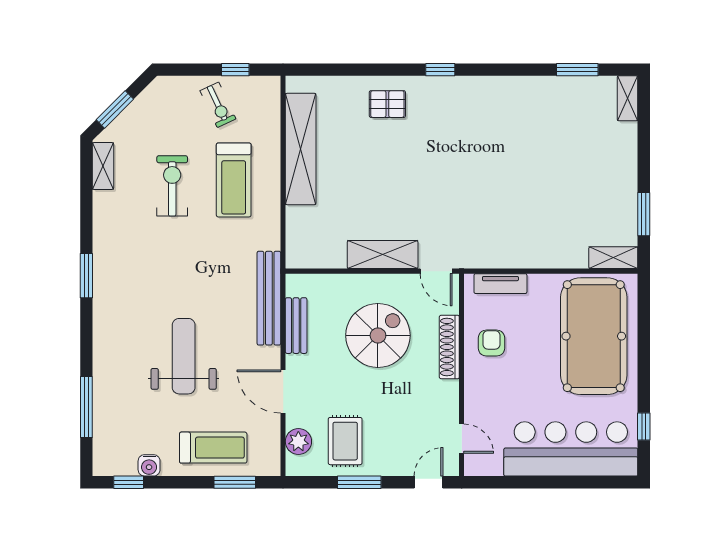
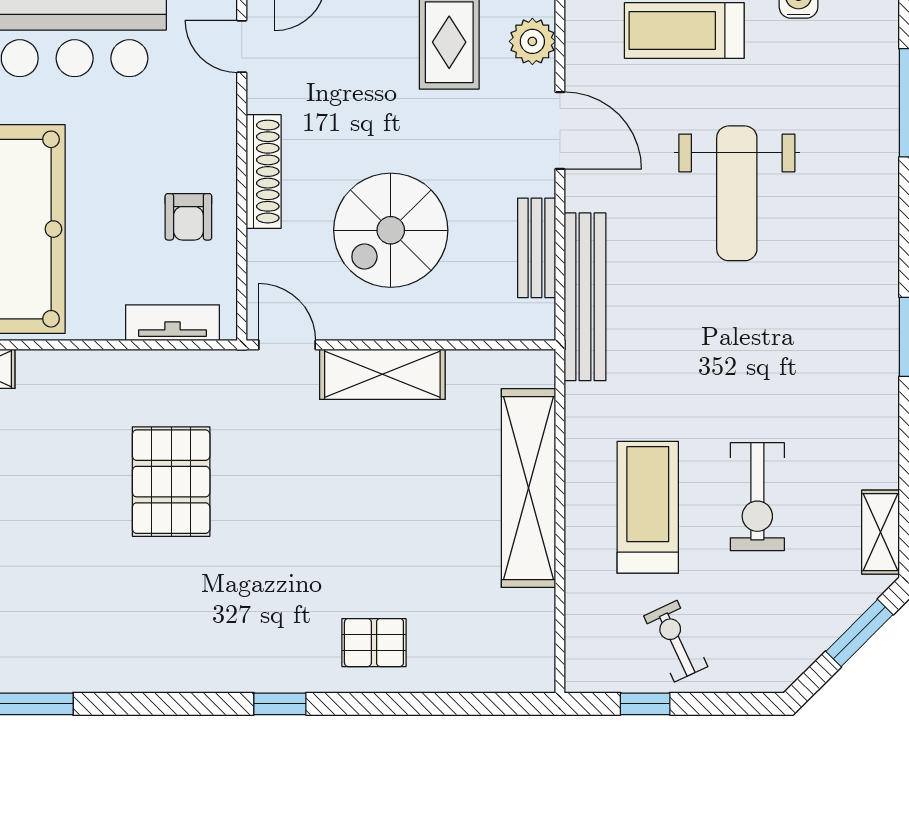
shelving: (301, 149) -> (528, 488), moved
pallet: (501, 194) -> (171, 482), added
shoe rack: (449, 347) -> (264, 172), moved

